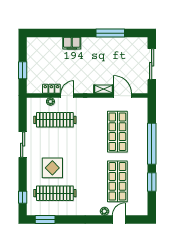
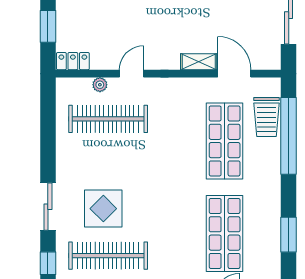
locker: (51, 89) -> (73, 61), moved
trolley: (140, 119) -> (266, 117), added
window: (152, 144) -> (289, 136), moved
sliding door: (23, 145) -> (48, 207), moved

